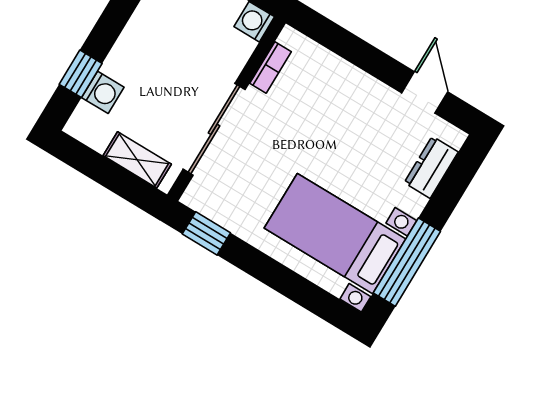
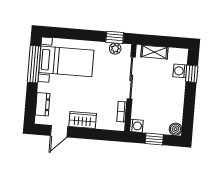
wardrobe: (363, 91) -> (83, 120), added
door: (425, 92) -> (59, 131), hinge flipped
plant: (217, 209) -> (115, 49), added

